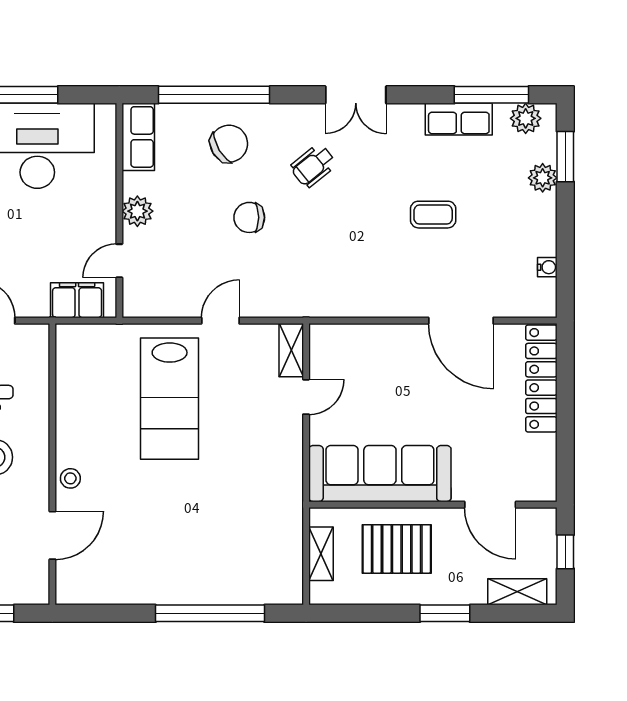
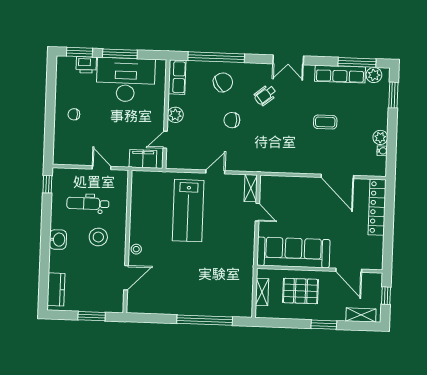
row of seats: (459, 119) -> (340, 74), width x1.48
plant: (543, 178) -> (380, 137), moved
door: (306, 397) -> (257, 212), hinge flipped

